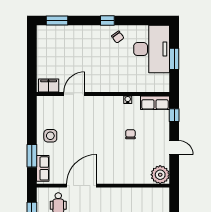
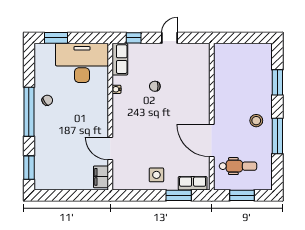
window: (107, 21) -> (29, 112), width x3.17
desk: (152, 49) -> (82, 63), moved
window: (174, 59) -> (56, 38), moved
plant: (160, 175) -> (200, 53), removed

